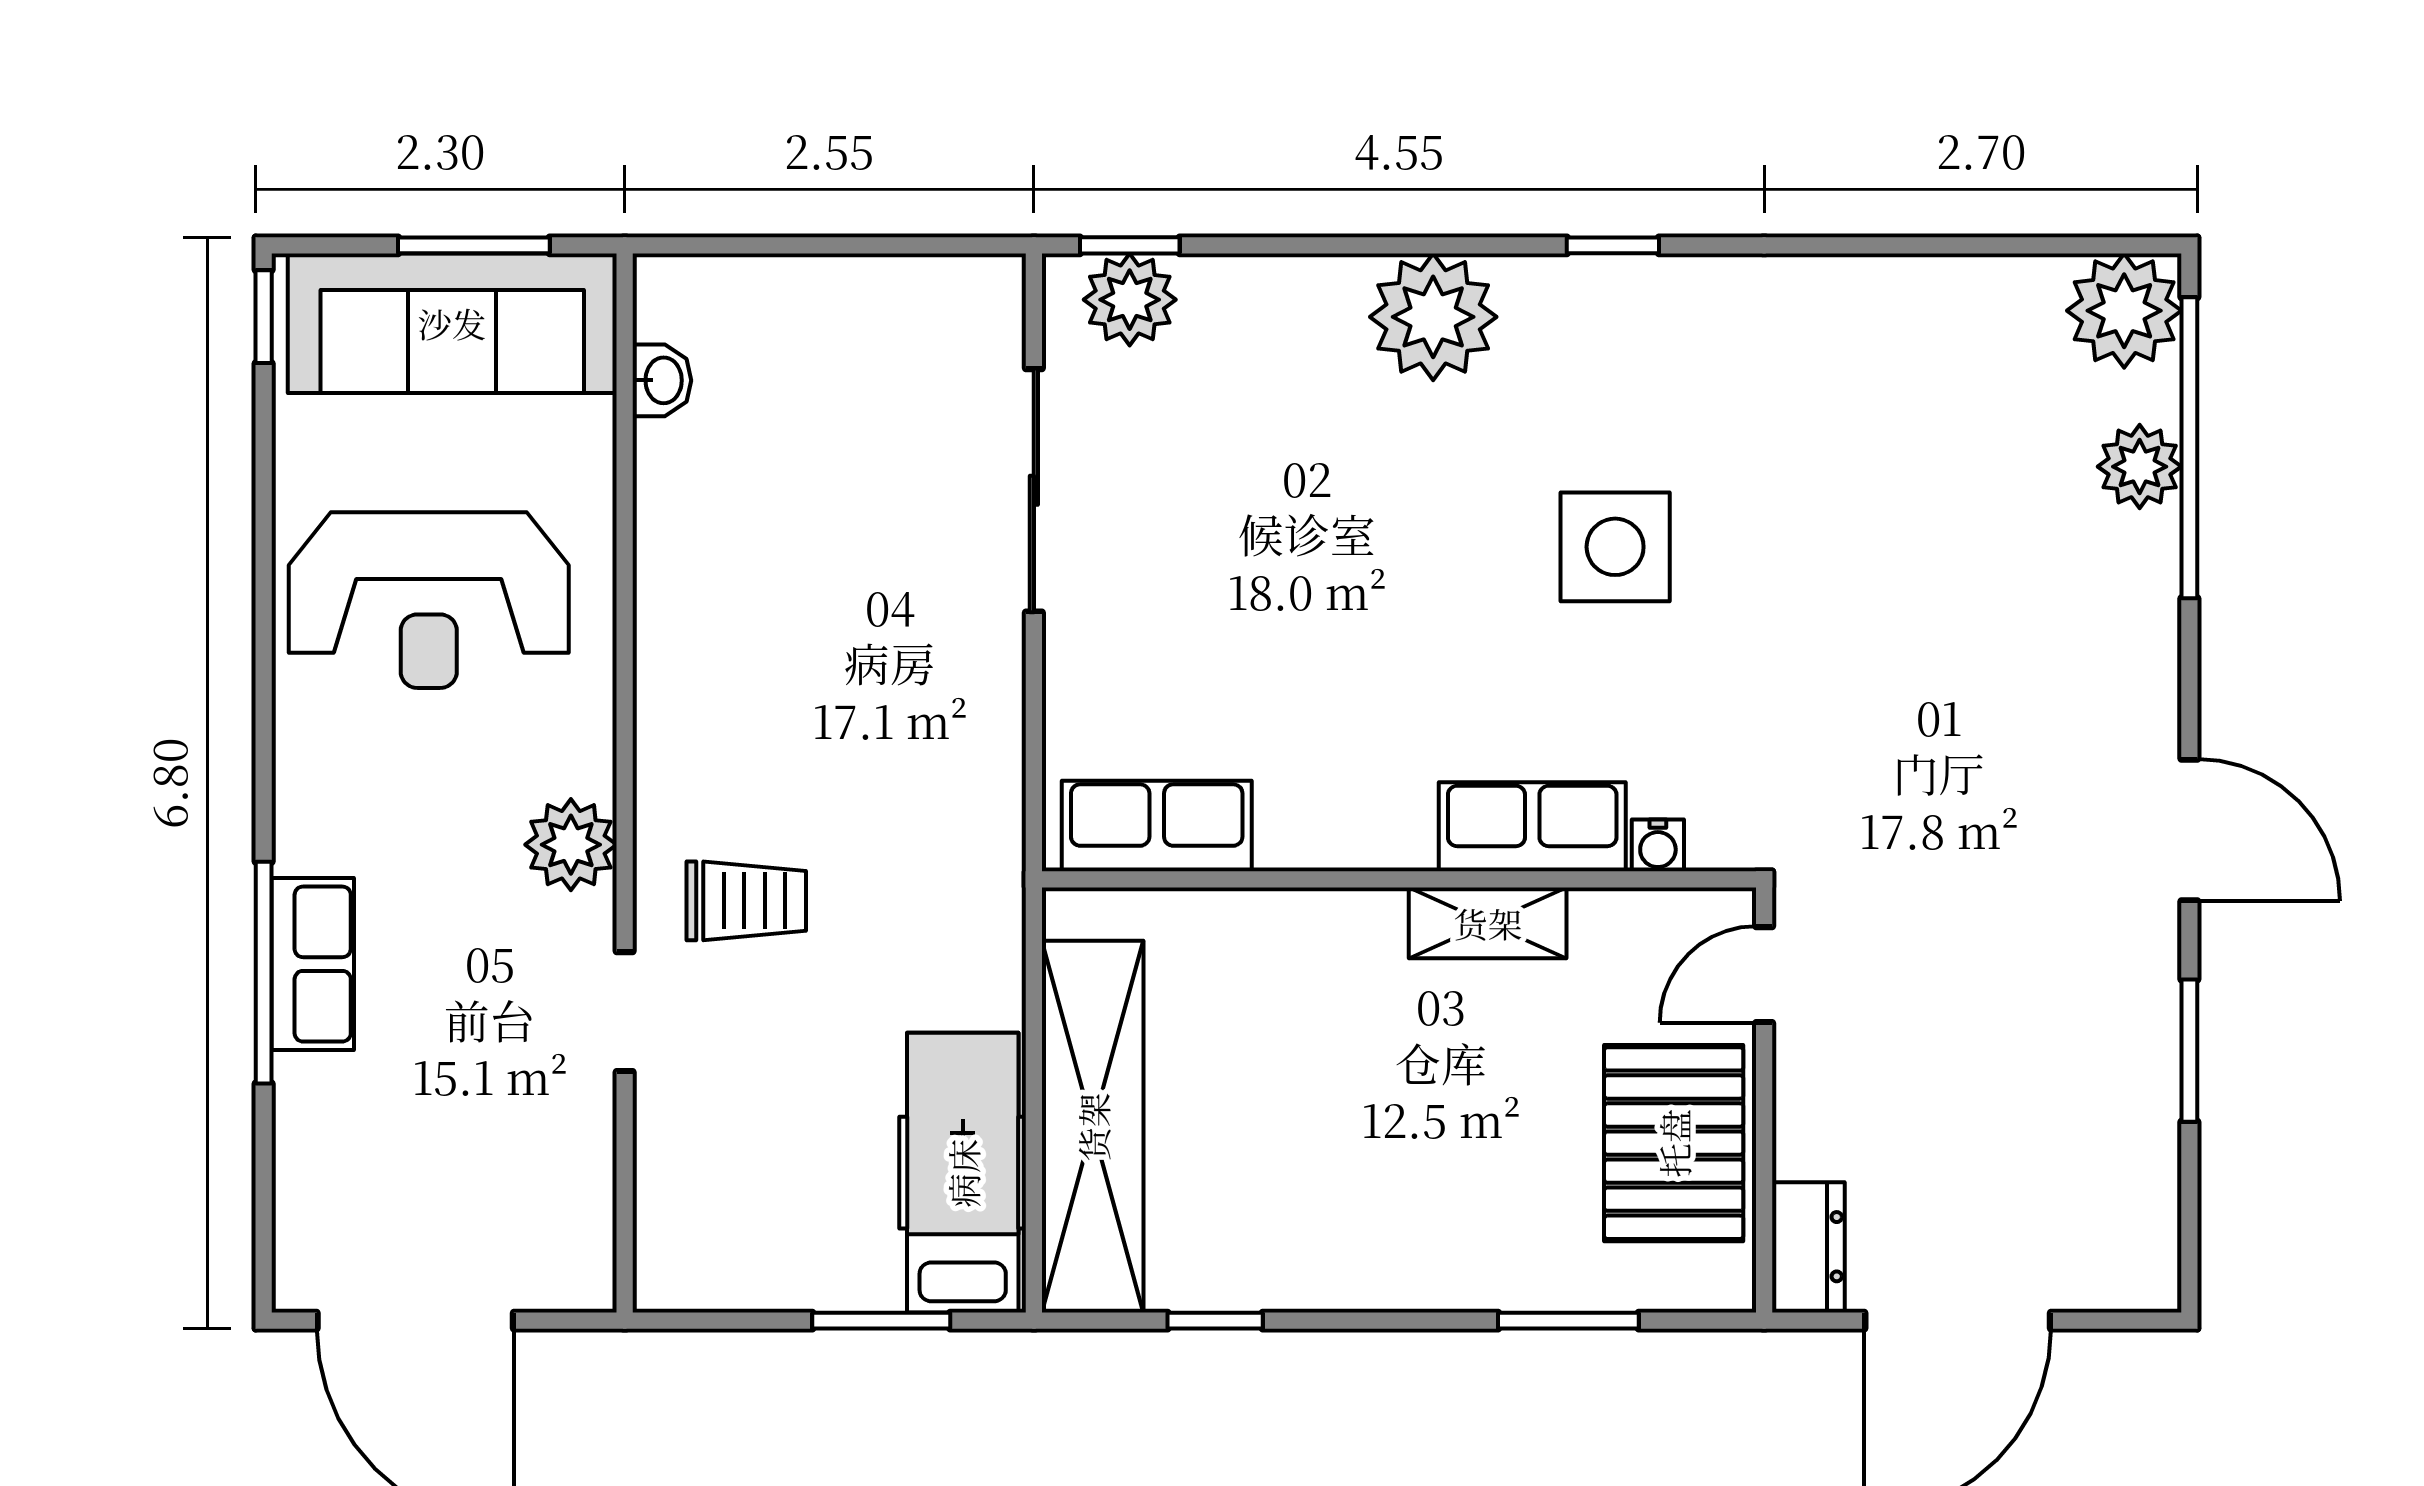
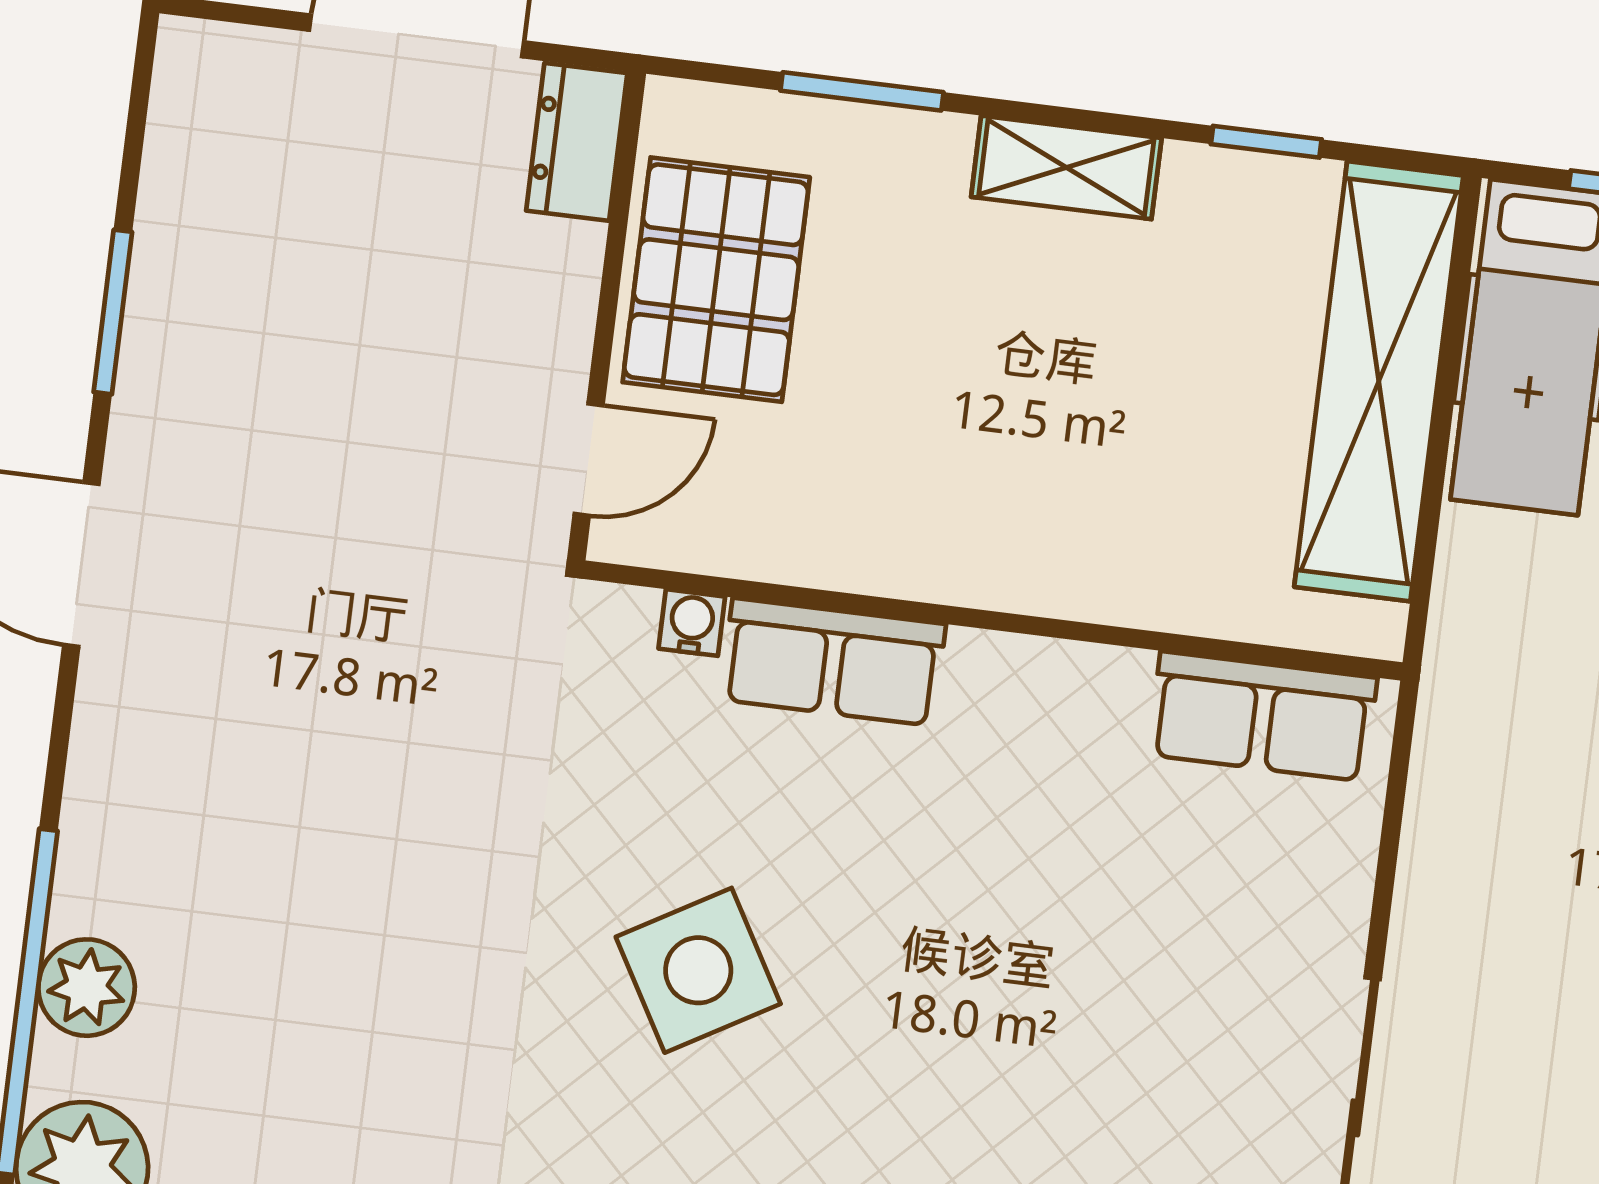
side table: (1615, 547) -> (698, 970), turned -30
shelving: (1488, 923) -> (1066, 167), moved

